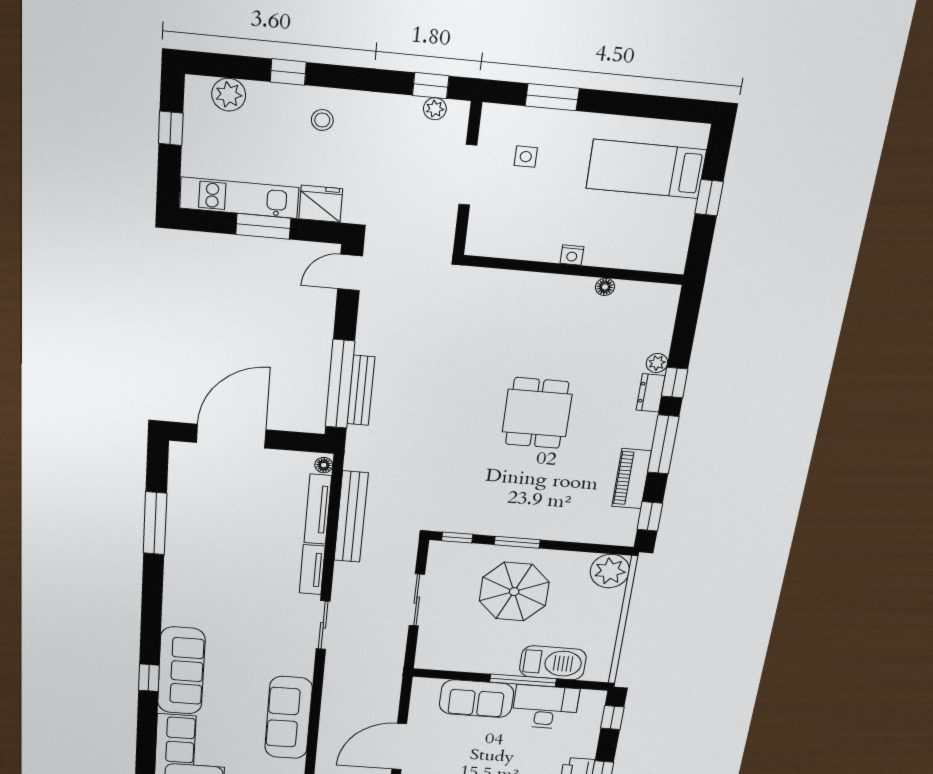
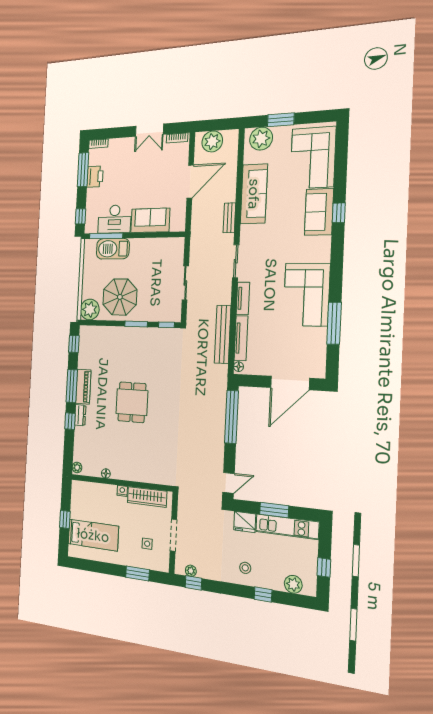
wardrobe: (519, 245) -> (147, 497), added
plant: (657, 363) -> (77, 467), moved
bench: (361, 390) -> (229, 218), moved, width x0.73
piano: (632, 479) -> (83, 387), moved
corner sofa: (201, 568) -> (306, 295), added
parasol: (514, 592) -> (120, 297), moved
sofa: (181, 671) -> (319, 212), width x0.73
window: (523, 680) -> (106, 236), moved

